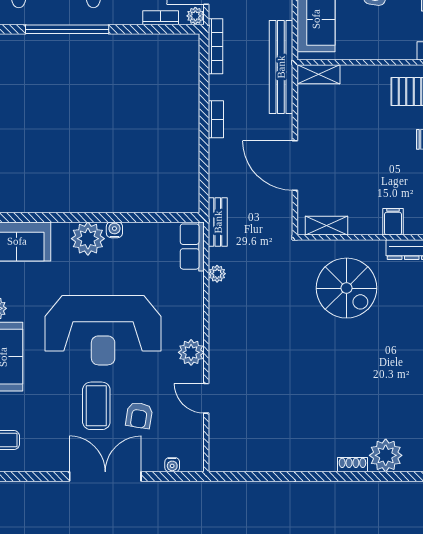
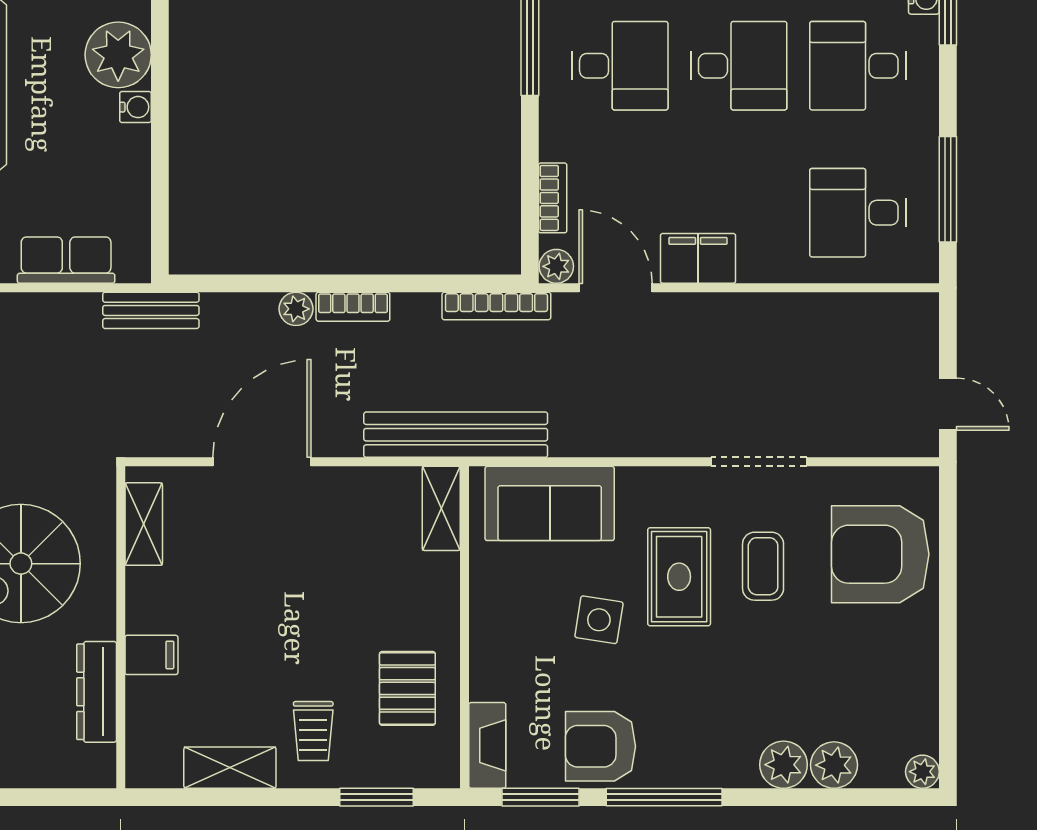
row of seats: (192, 247) -> (66, 260), moved
plant: (217, 274) -> (296, 309), moved

